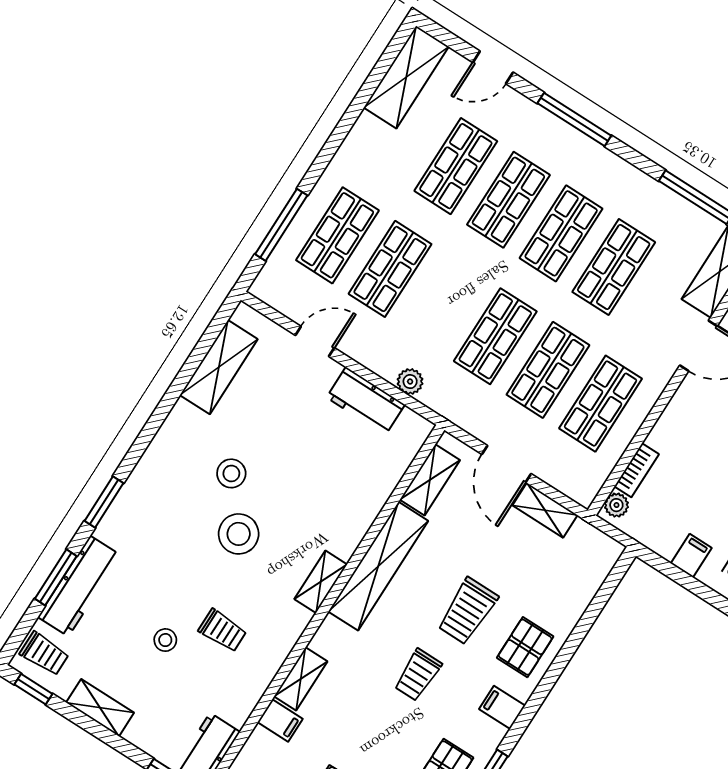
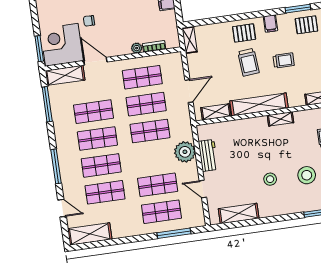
plant: (410, 382) -> (185, 152), width x1.88, depth x1.88
plant: (616, 505) -> (137, 48), moved
shelving: (545, 510) -> (190, 40), moved
stool: (239, 534) -> (307, 175), moved
trolley: (468, 611) -> (248, 62), turned 85

